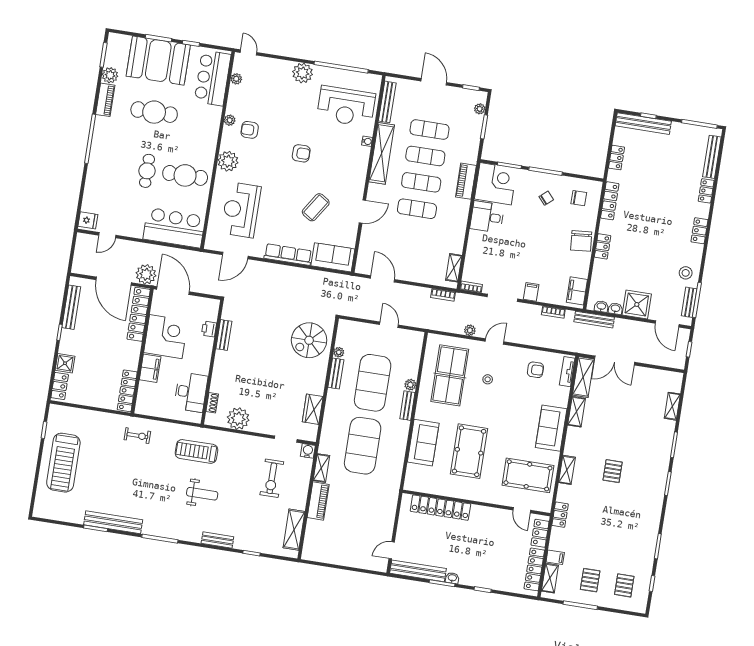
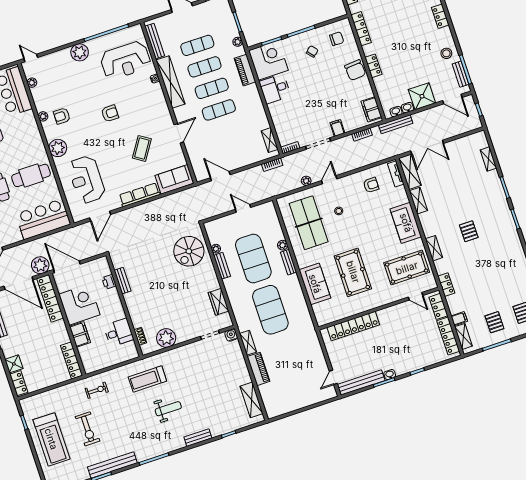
plant: (480, 109) -> (238, 42), moved
desk: (191, 392) -> (119, 332), width x0.73
exercise bike: (272, 478) -> (88, 429), moved

